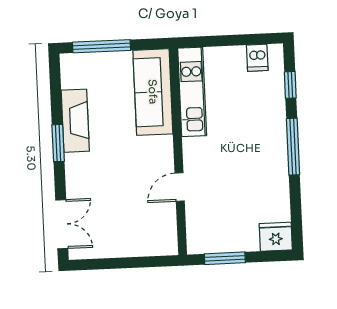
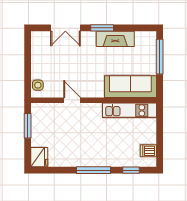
double door: (62, 224) -> (65, 28), moved
side table: (157, 245) -> (38, 85), added

